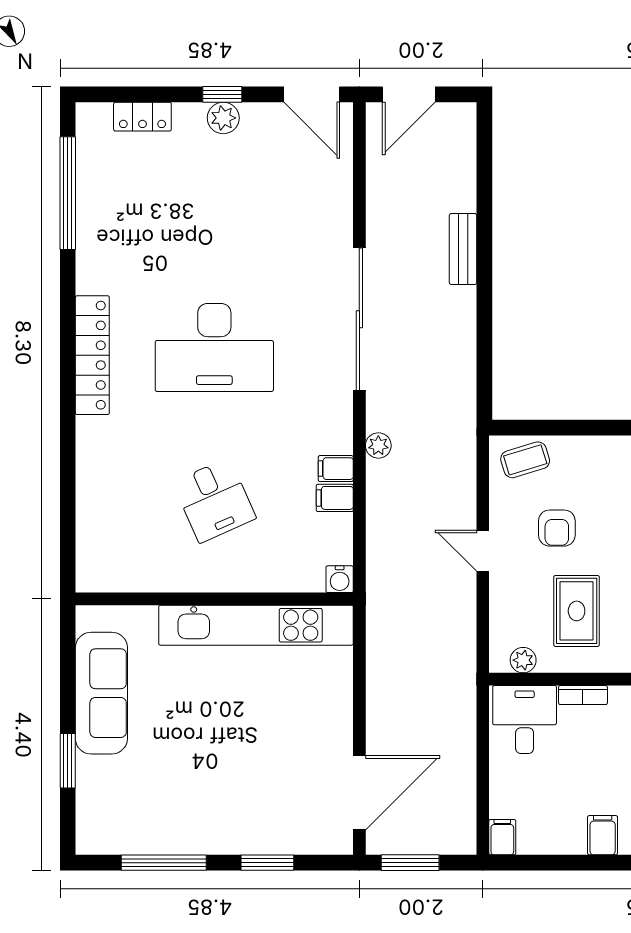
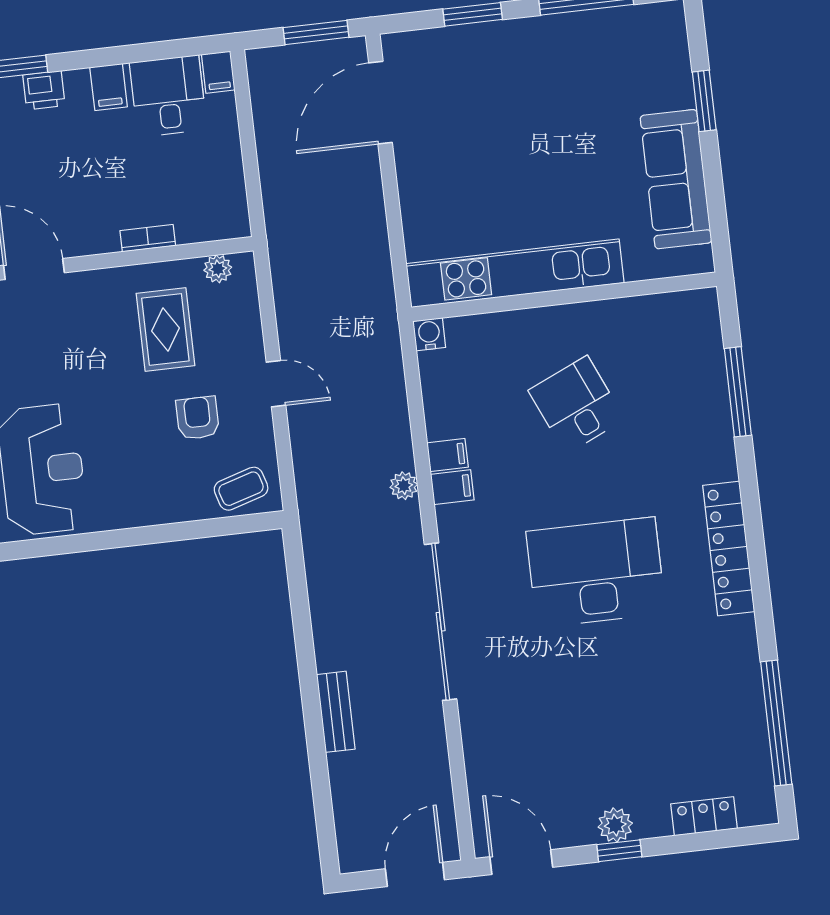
window: (68, 495) -> (738, 392), added
filing cabinet: (335, 498) -> (452, 487), moved
desk: (525, 719) -> (168, 96), moved, turned 180

